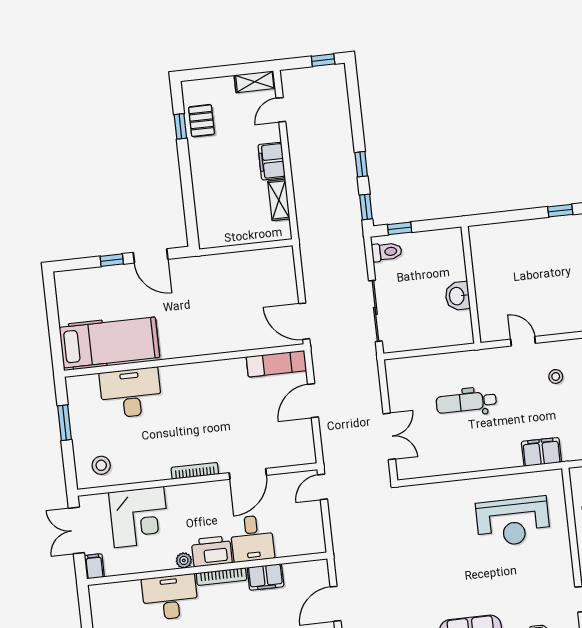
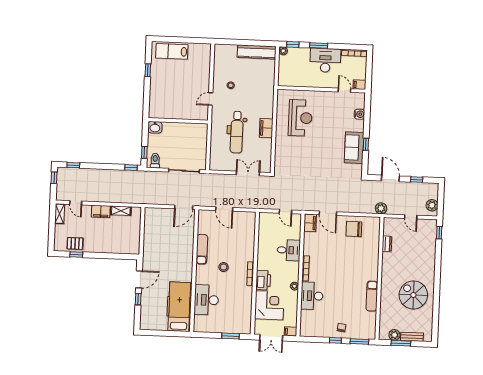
window: (361, 164) -> (73, 165), moved
washbasin: (457, 296) -> (155, 127), moved
exam couch: (276, 364) -> (202, 249), moved
dental chair: (466, 402) -> (237, 132), width x1.36, depth x1.38
window: (65, 423) -> (230, 336), moved
filing cabinet: (541, 452) -> (266, 128), moved
stool: (101, 465) -> (224, 267), moved
door: (248, 474) -> (256, 247), removed
door: (323, 487) -> (285, 212), moved
printer: (212, 551) -> (263, 280), moved, turned 180
filing cabinet: (266, 577) -> (310, 223), moved

